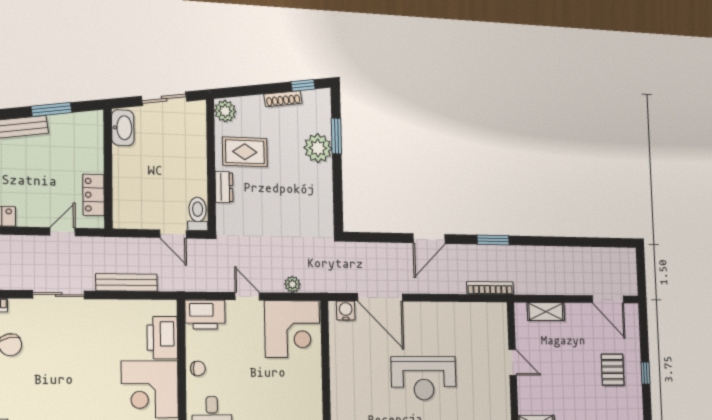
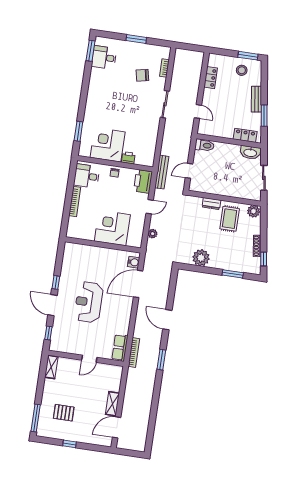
plant: (318, 148) -> (201, 258), moved
locker: (94, 195) -> (245, 135), moved
toilet: (198, 214) -> (205, 145), moved
bench: (127, 282) -> (162, 172), moved
shelving: (546, 312) -> (112, 404), moved
row of seats: (487, 313) -> (120, 348), added
corner desk: (292, 329) -> (112, 228), moved, turned 90
printer: (162, 338) -> (128, 158), width x0.53, depth x0.68
pallet: (613, 370) -> (64, 413), moved

